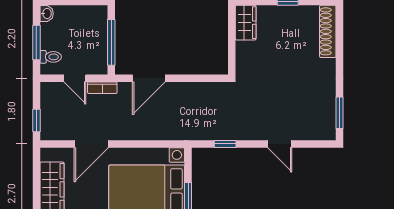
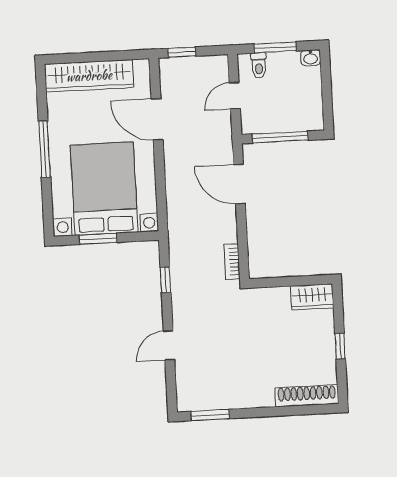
bookcase: (102, 88) -> (232, 262), moved

